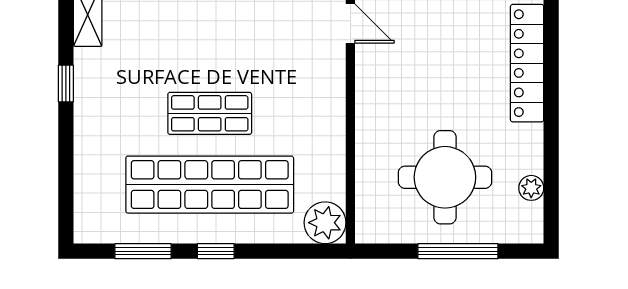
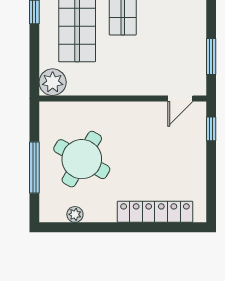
round table: (445, 177) -> (82, 159), turned 30

